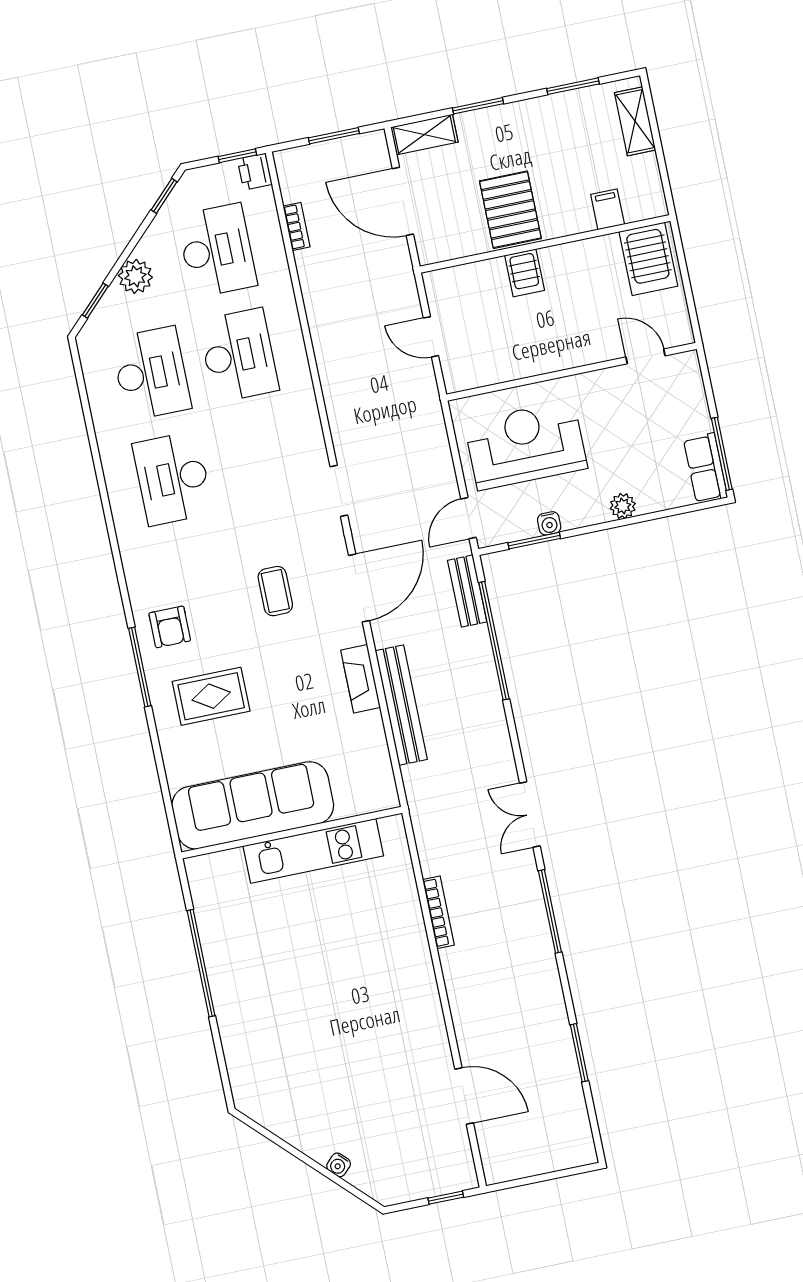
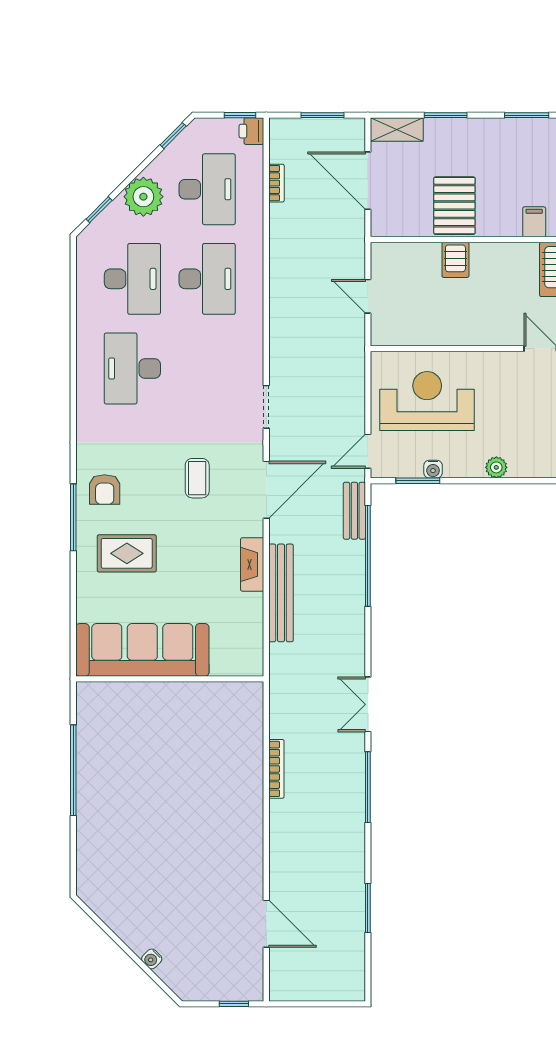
plant: (135, 276) -> (143, 197), width x1.36, depth x1.36
kitchen unit: (313, 851) -> (184, 697), removed

